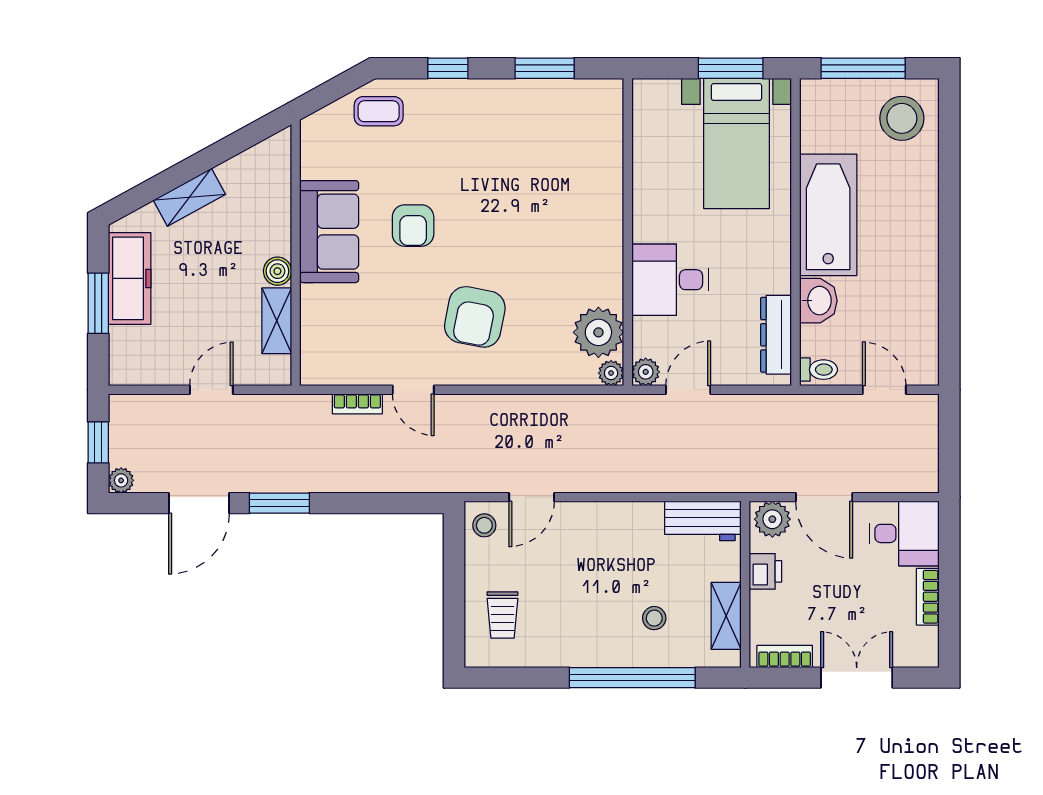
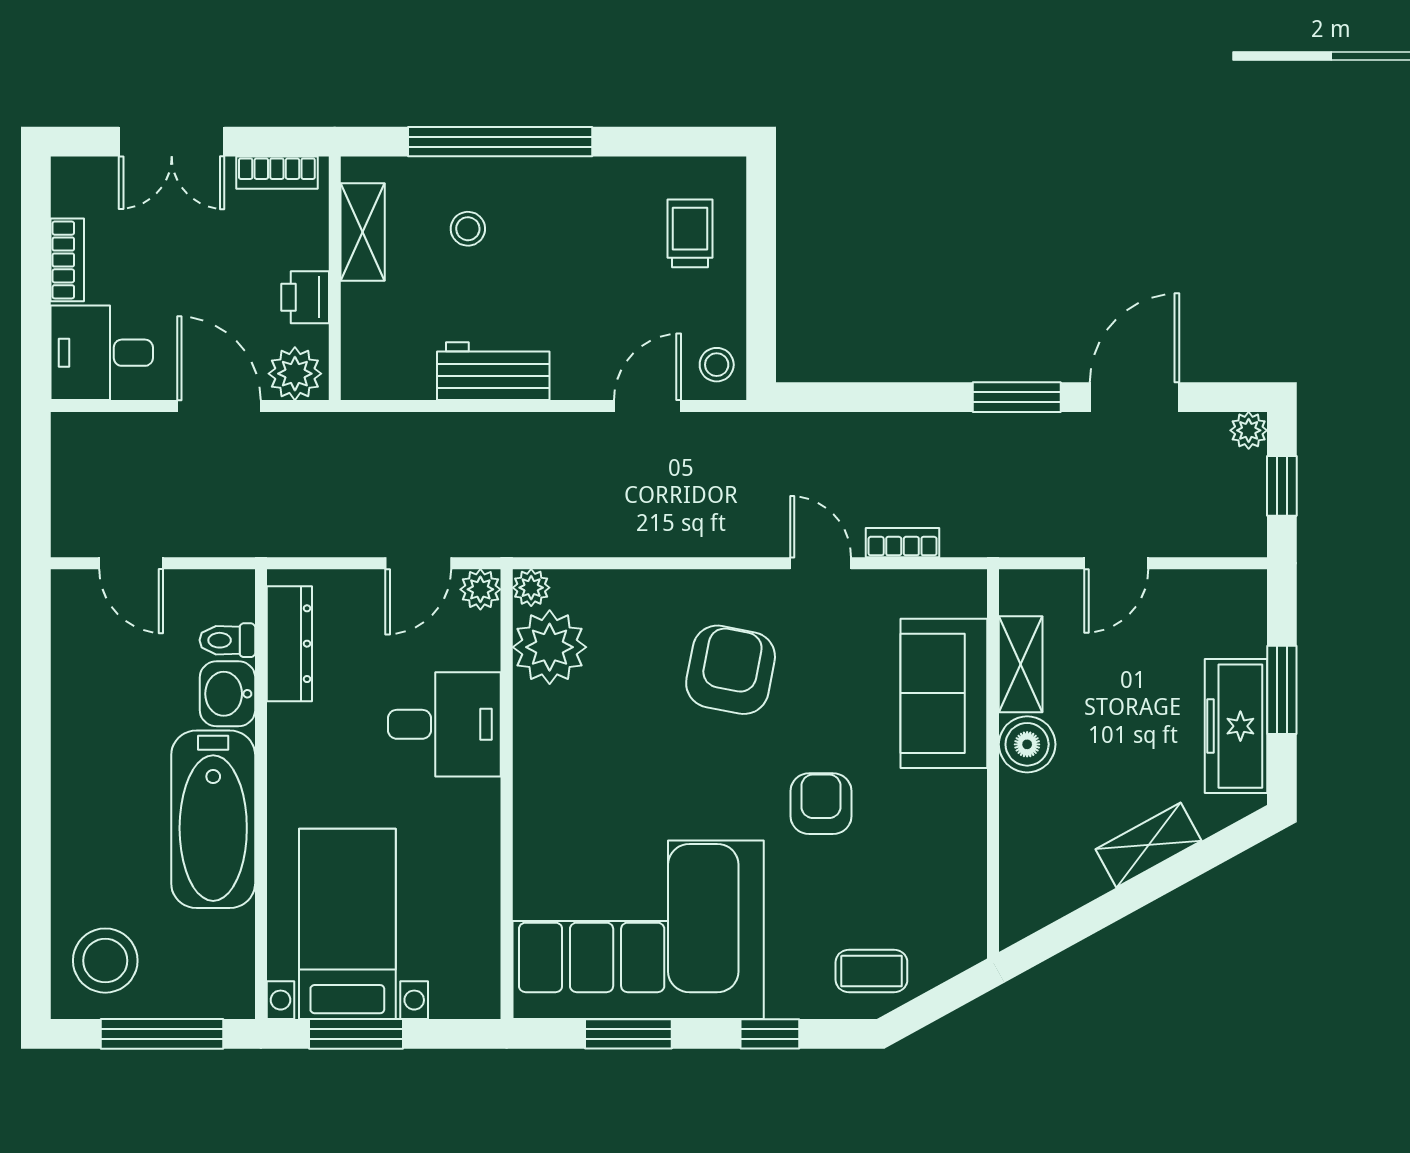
corner sofa: (538, 139) -> (638, 930), added
sofa: (329, 232) -> (944, 693), moved
boiler: (277, 271) -> (1027, 744), width x1.36, depth x1.36
toilet: (818, 370) -> (227, 640), moved
workbench: (703, 521) -> (493, 371), moved

